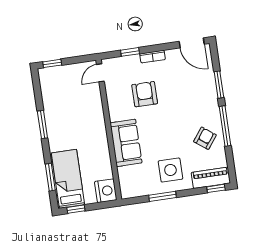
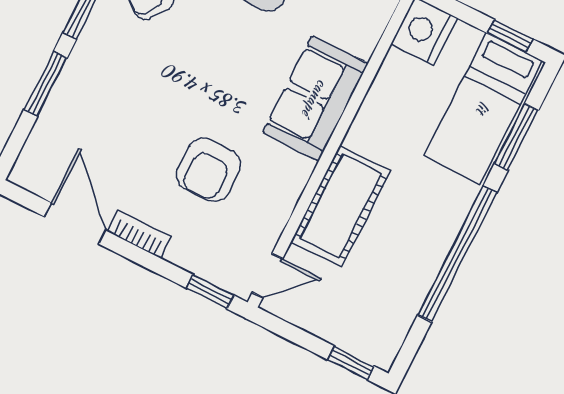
door: (192, 43) -> (75, 224), moved
window: (130, 52) -> (210, 292), moved
cot: (92, 113) -> (341, 206), added
window: (42, 125) -> (457, 254), width x2.11

